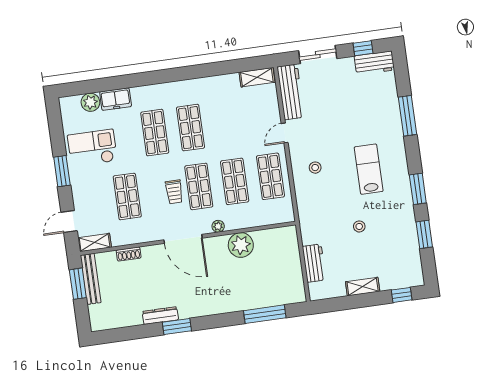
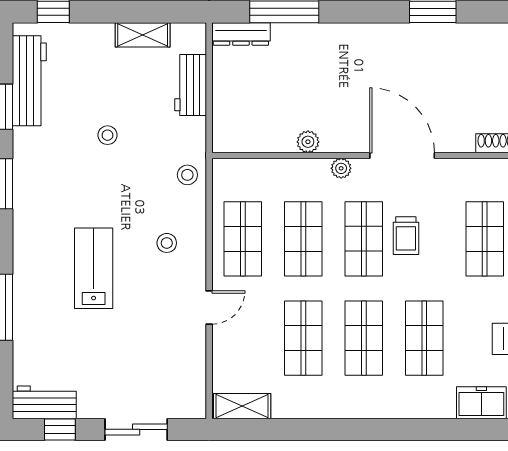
workbench: (291, 92) -> (29, 81), moved, turned 180
shop shelf: (226, 123) -> (303, 338), added
lab bench: (369, 169) -> (94, 268), moved, turned 180
trolley: (174, 192) -> (406, 236), turned 180
stool: (309, 210) -> (187, 175), added
plant: (241, 245) -> (308, 142), width x0.53, depth x0.53
shelving: (363, 287) -> (143, 35), moved
dresser: (160, 316) -> (241, 34), moved

